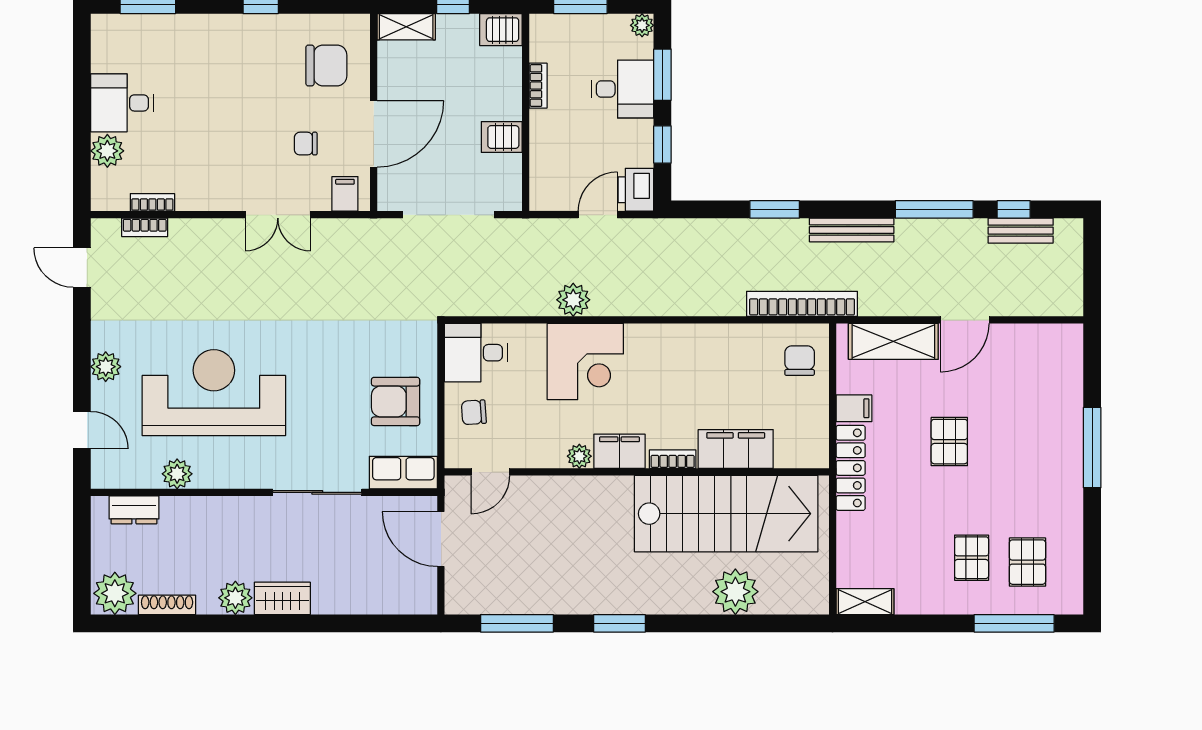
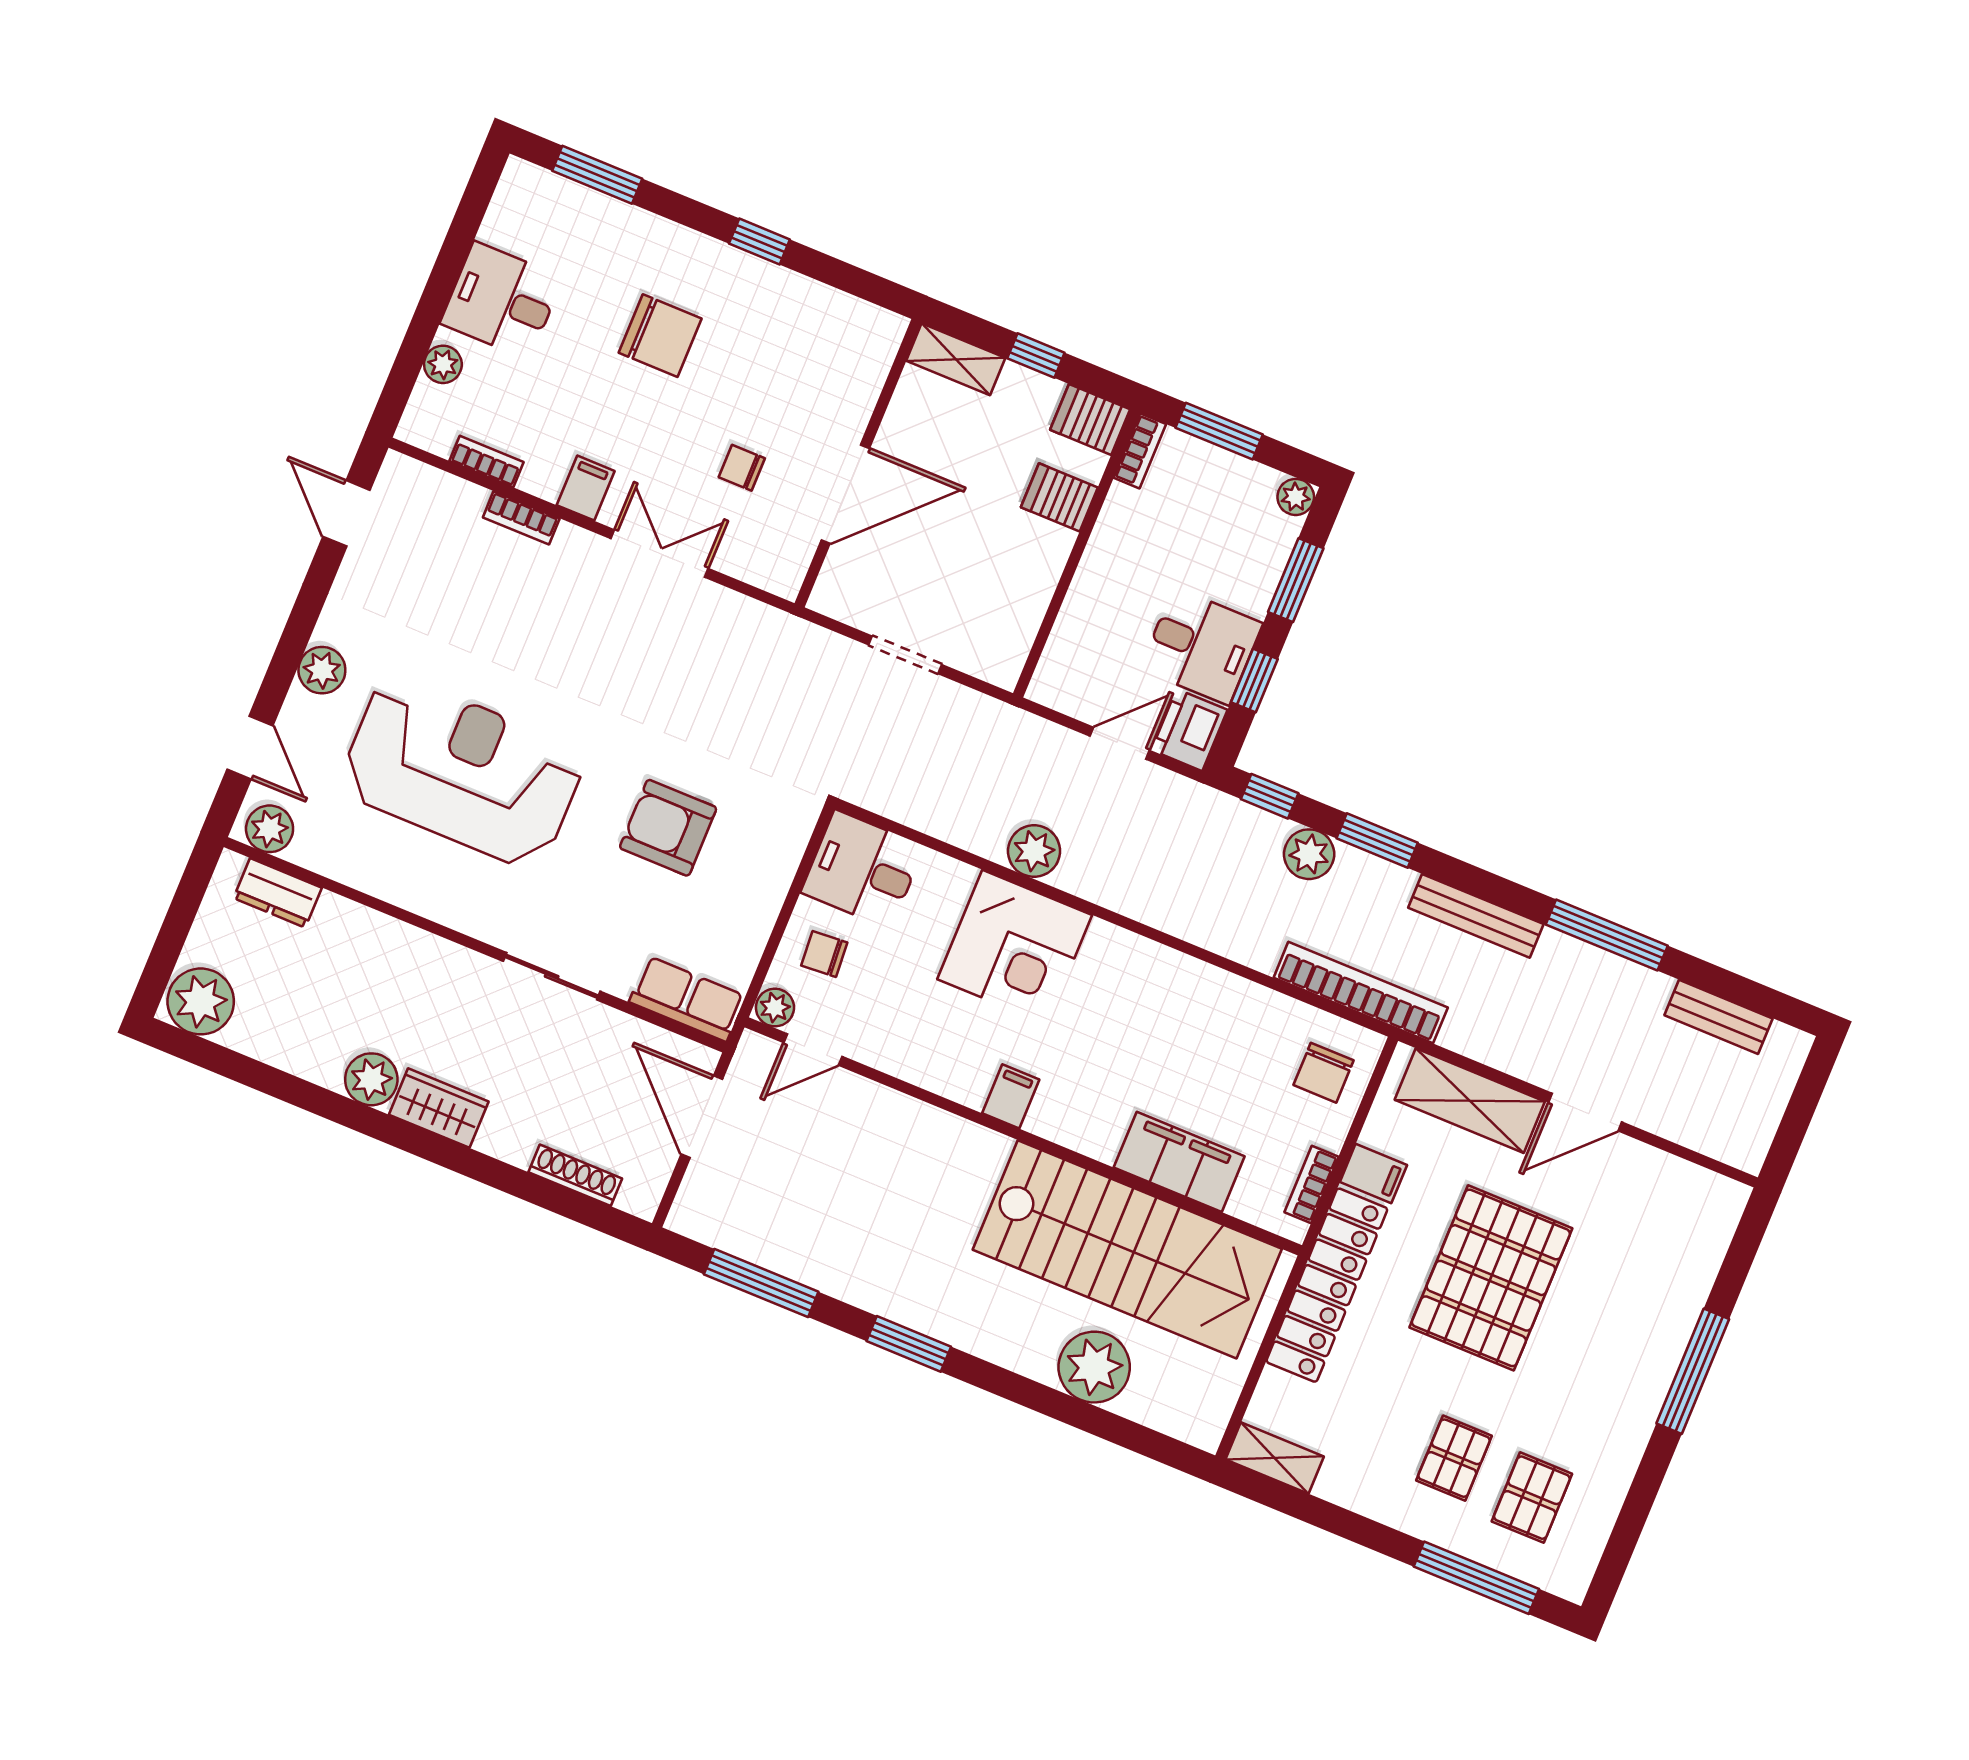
chair: (326, 65) -> (660, 336), moved
bookcase: (538, 86) -> (1140, 451), moved
desk: (623, 89) -> (1201, 646), moved
server rack: (502, 137) -> (1059, 497), moved
plant: (107, 151) -> (443, 364), width x0.73, depth x0.73
filing cabinet: (345, 194) -> (586, 488), moved
window: (1014, 209) -> (1270, 796), moved
double door: (278, 215) -> (659, 554), swing flipped
doorway: (449, 215) -> (905, 655), width x0.53
bookcase: (145, 227) -> (521, 518), moved
plant: (737, 234) -> (1309, 854), added
chair: (800, 361) -> (1324, 1073), turned 180
armchair: (396, 401) -> (668, 828), moved
pallet: (949, 442) -> (1491, 1278), width x2.05, depth x2.00
filing cabinet: (620, 451) -> (1011, 1096), width x0.50
plant: (579, 456) -> (775, 1008), moved
bookcase: (673, 459) -> (1311, 1184), moved, turned -90
locker: (851, 468) -> (1327, 1285), width x1.41, depth x1.21
plant: (177, 474) -> (270, 829), moved
sliding door: (317, 492) -> (552, 976), width x0.73
shoe rack: (167, 605) -> (575, 1175), moved

